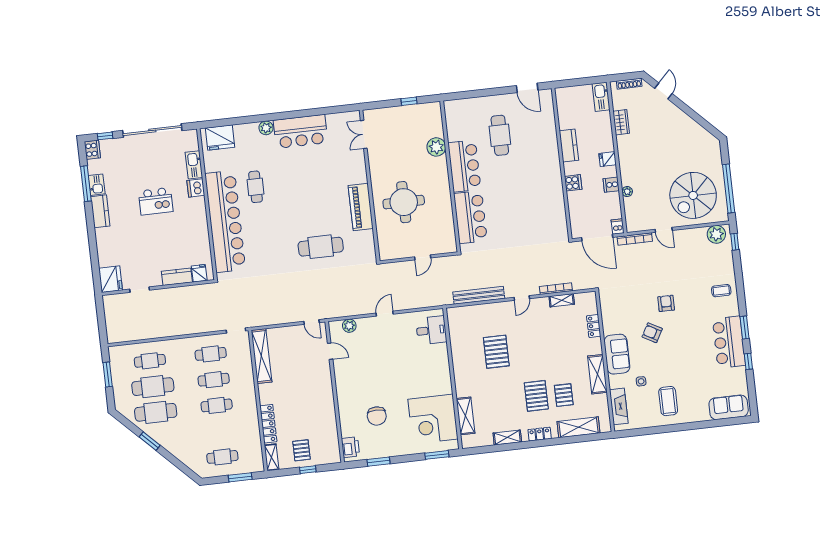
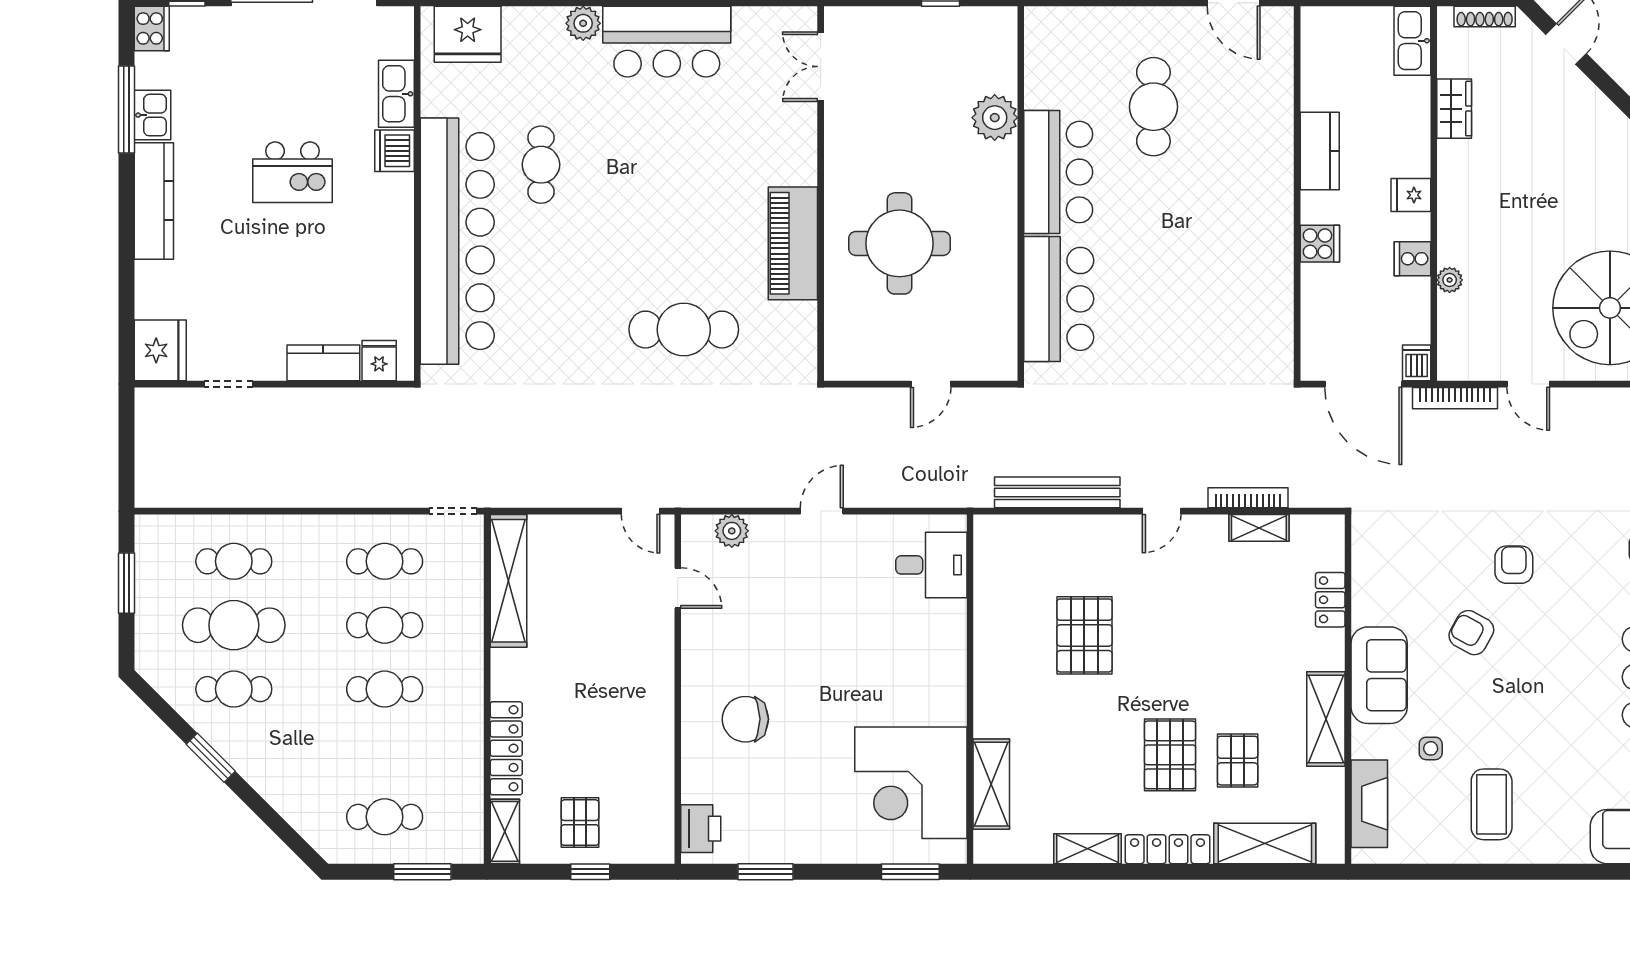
kitchen counter: (100, 211) -> (154, 201), width x1.50
cafe table: (156, 412) -> (234, 689), width x0.73, depth x0.74
chair: (377, 416) -> (745, 719), moved, turned 90
locker: (540, 434) -> (1167, 849), width x1.53

